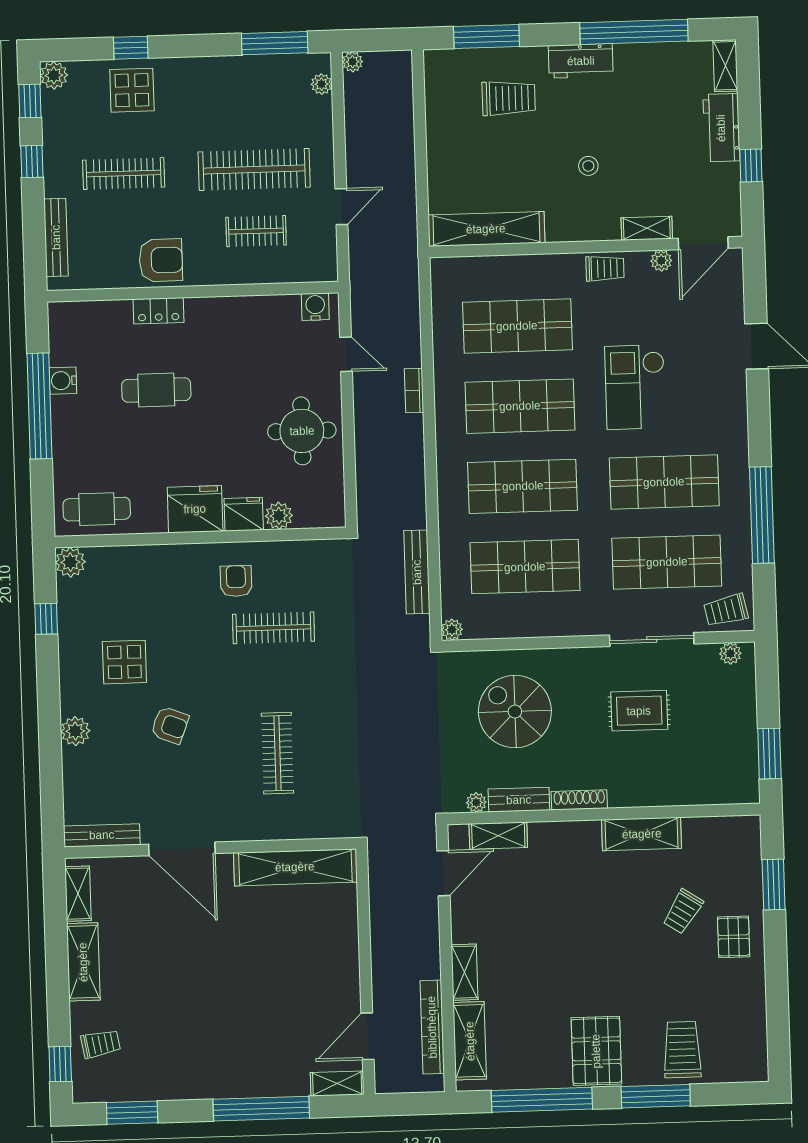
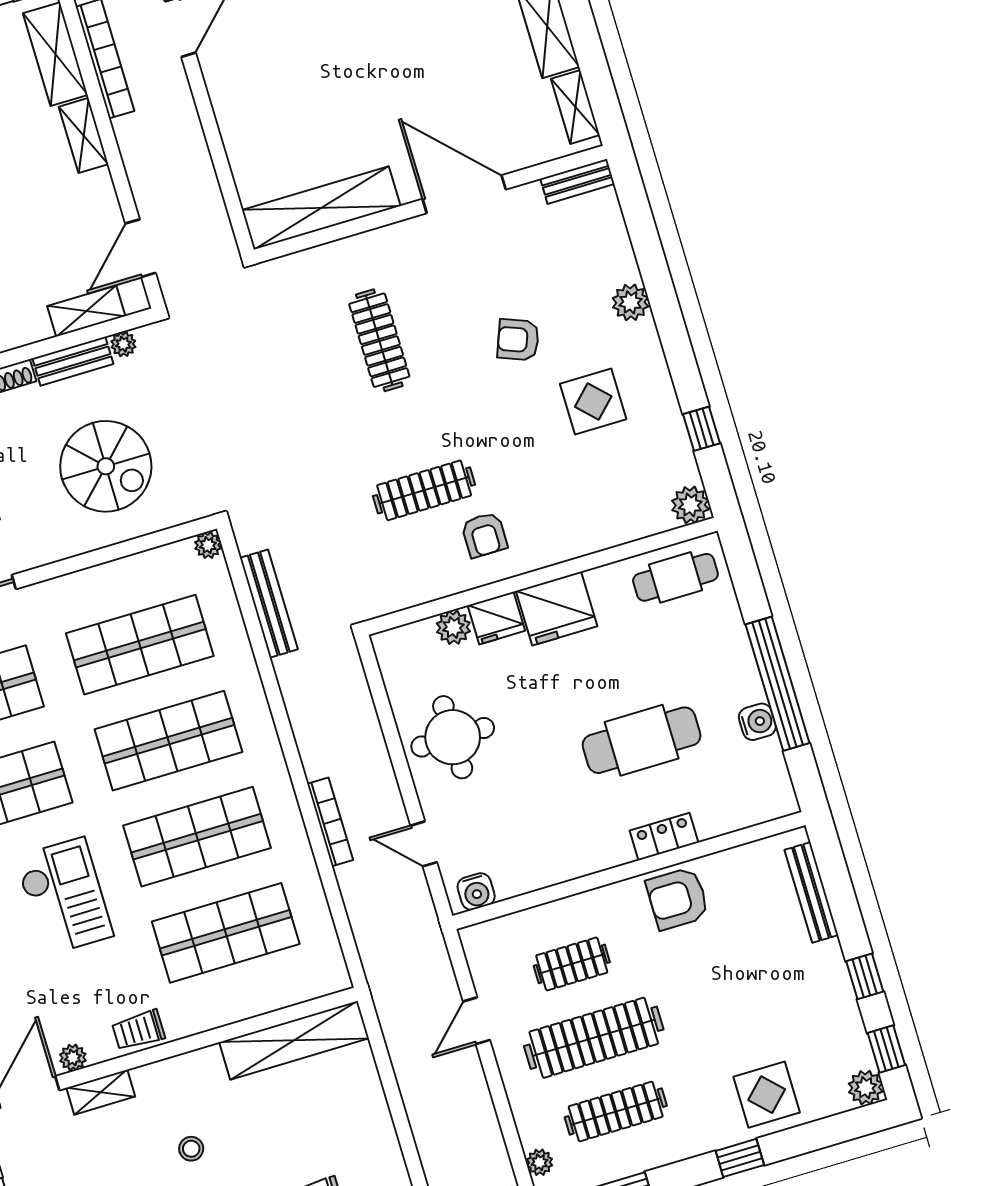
window: (131, 48) -> (740, 1158), moved
clothes rail: (124, 174) -> (616, 1111), moved
cafe table: (156, 390) -> (642, 740), width x1.37, depth x1.35
bookcase: (414, 390) -> (330, 822), width x1.56
bench: (102, 835) -> (577, 181), width x0.73

